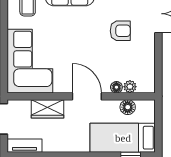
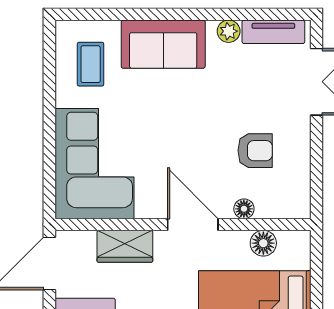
armchair: (120, 31) -> (255, 151), moved
plant: (130, 87) -> (267, 208), removed

